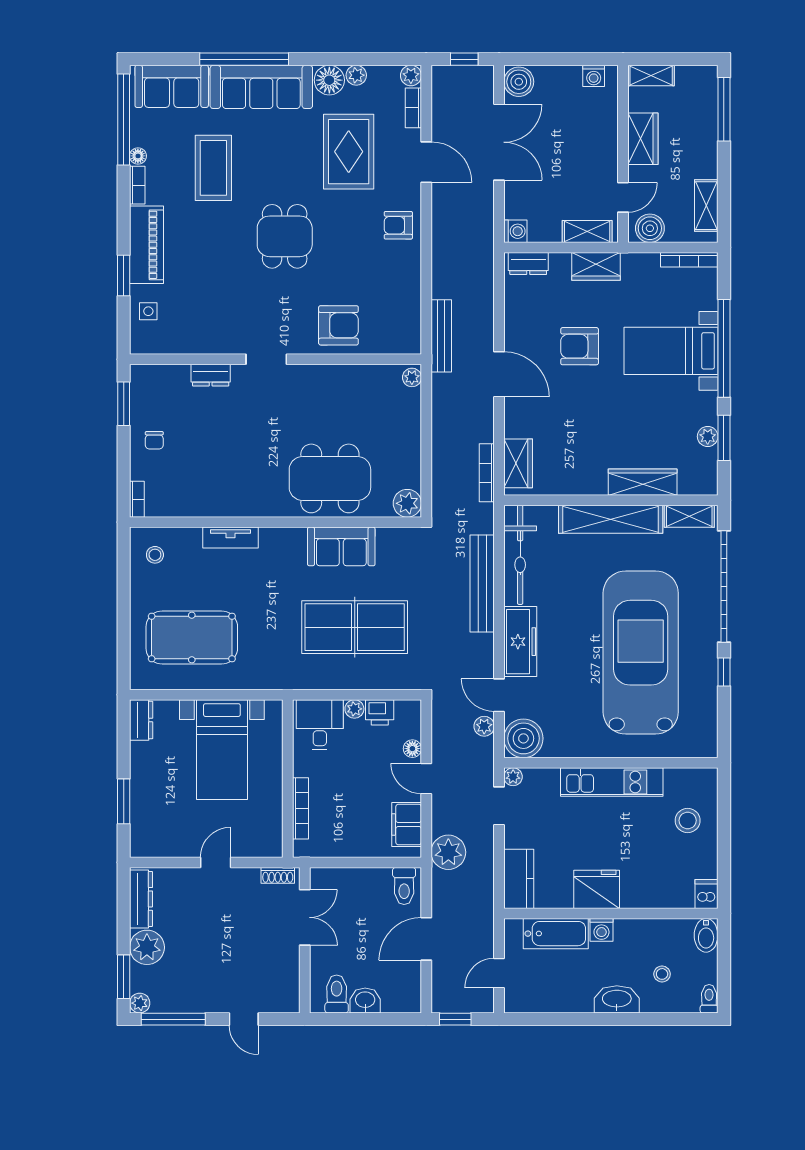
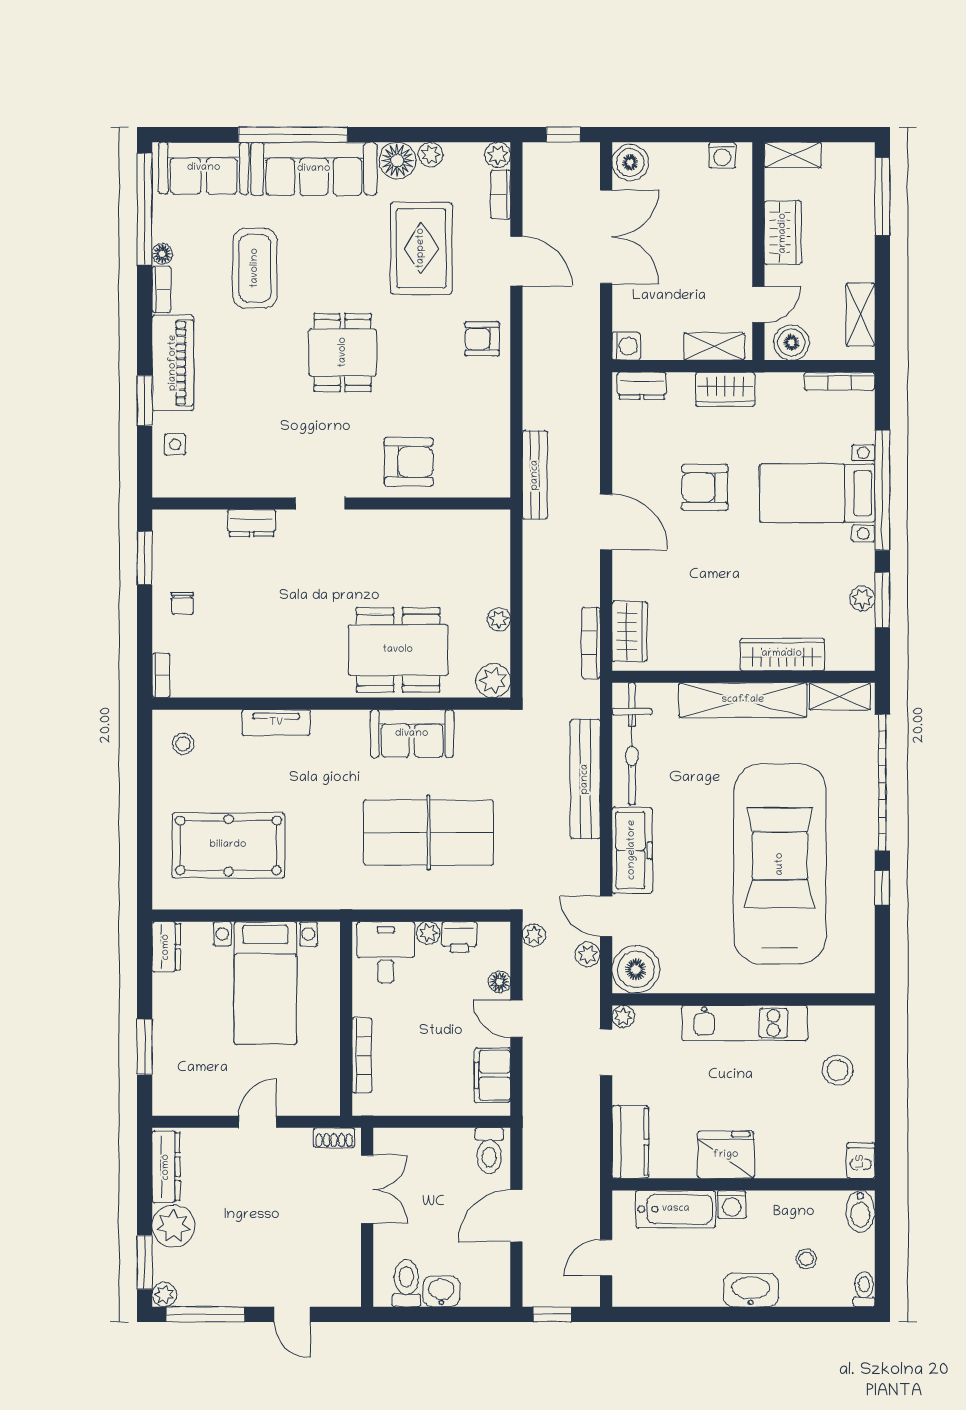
plant: (412, 377) -> (499, 619), moved
plant: (448, 852) -> (534, 935), moved, width x0.53, depth x0.53

